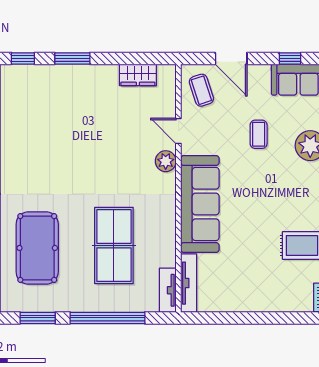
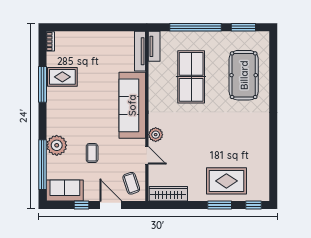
window: (290, 58) -> (82, 205), moved
wardrobe: (138, 75) -> (168, 194), width x1.50
rug: (62, 93) -> (226, 181), added

